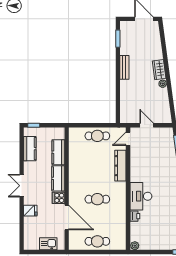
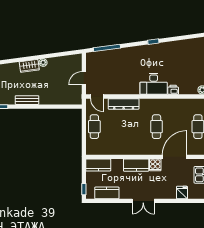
kitchen counter: (58, 152) -> (98, 165), moved
fridge: (30, 211) -> (182, 193), moved

